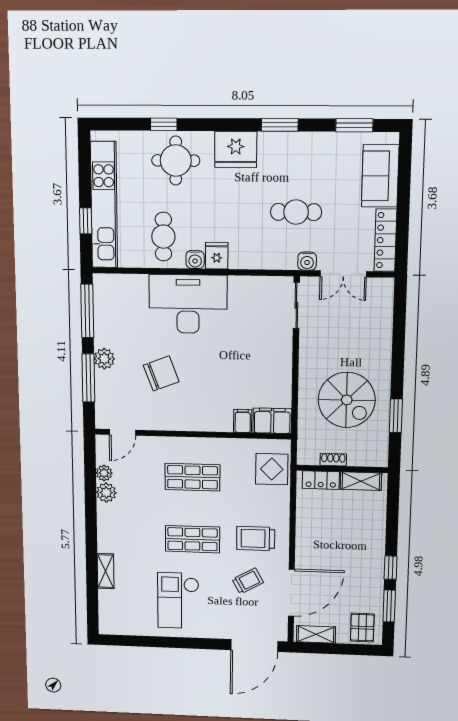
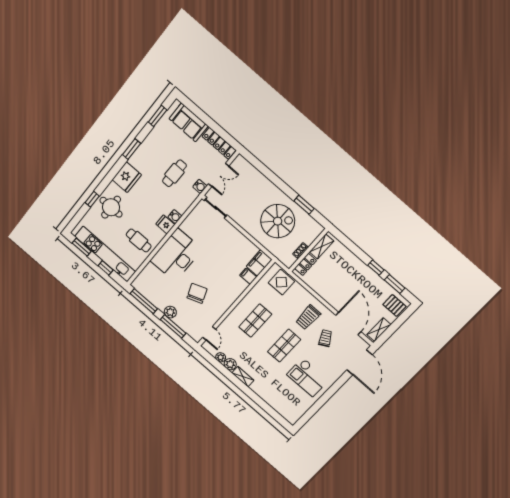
window: (85, 163) -> (82, 247), added
water cooler: (195, 260) -> (175, 217), moved
shelving: (106, 571) -> (243, 377), moved

